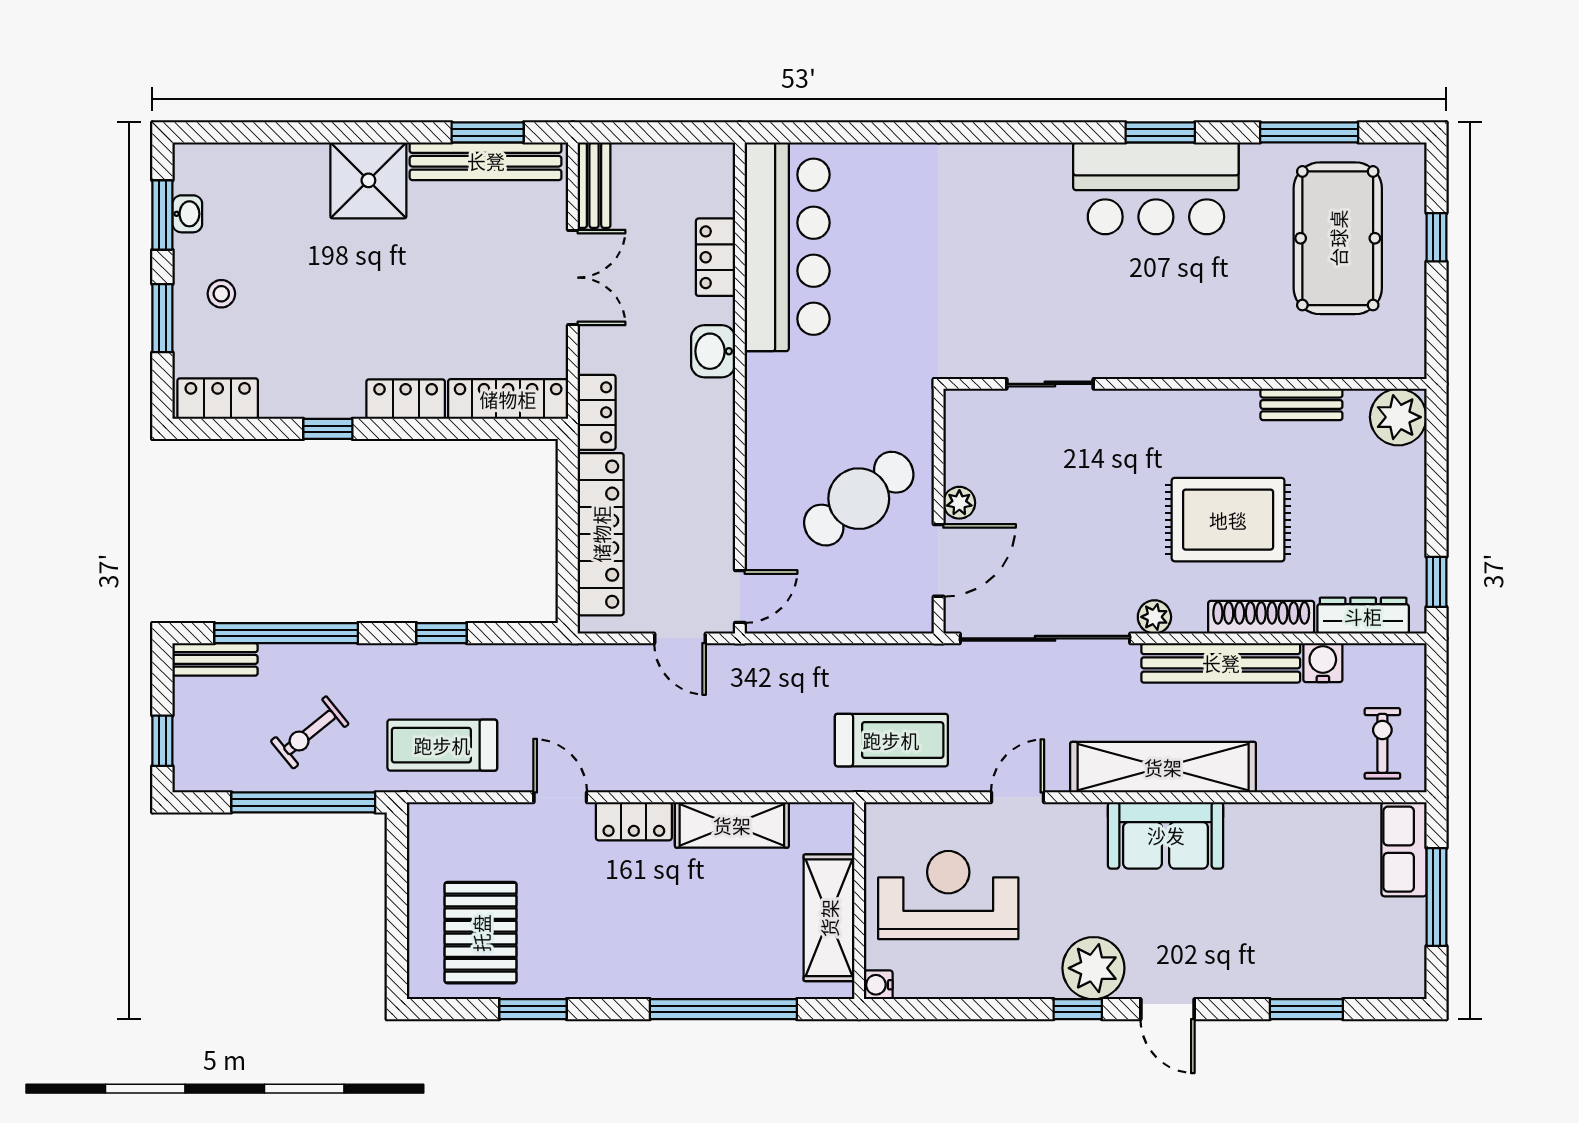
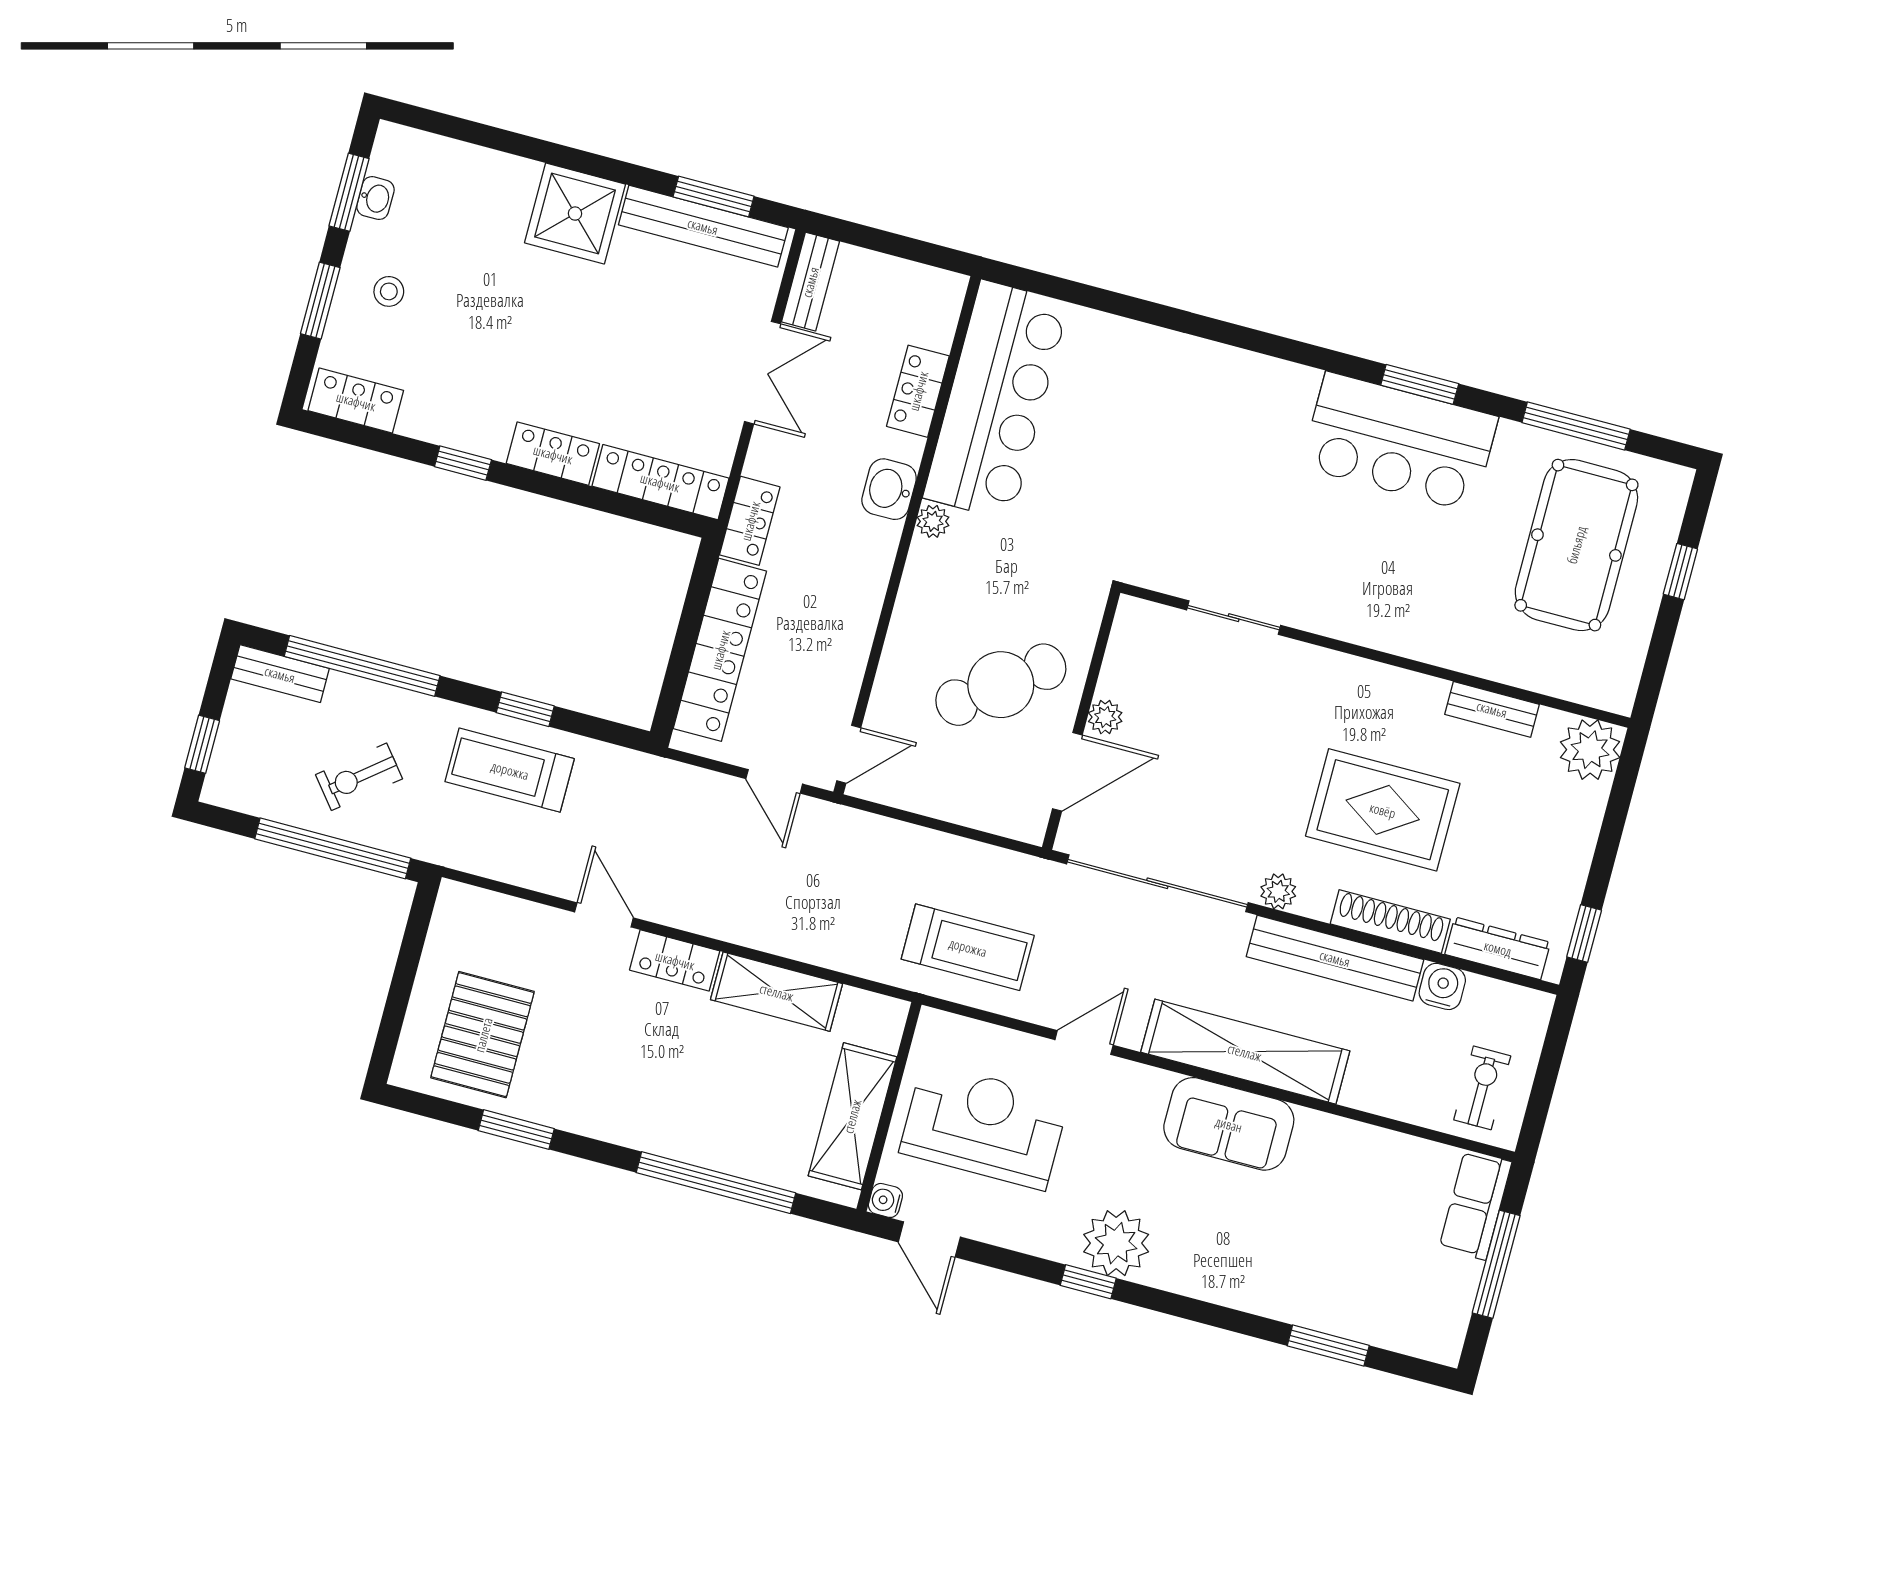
plant: (760, 369) -> (933, 521), added
treadmill: (442, 745) -> (510, 770), moved
door: (1168, 1009) -> (929, 1239), moved

